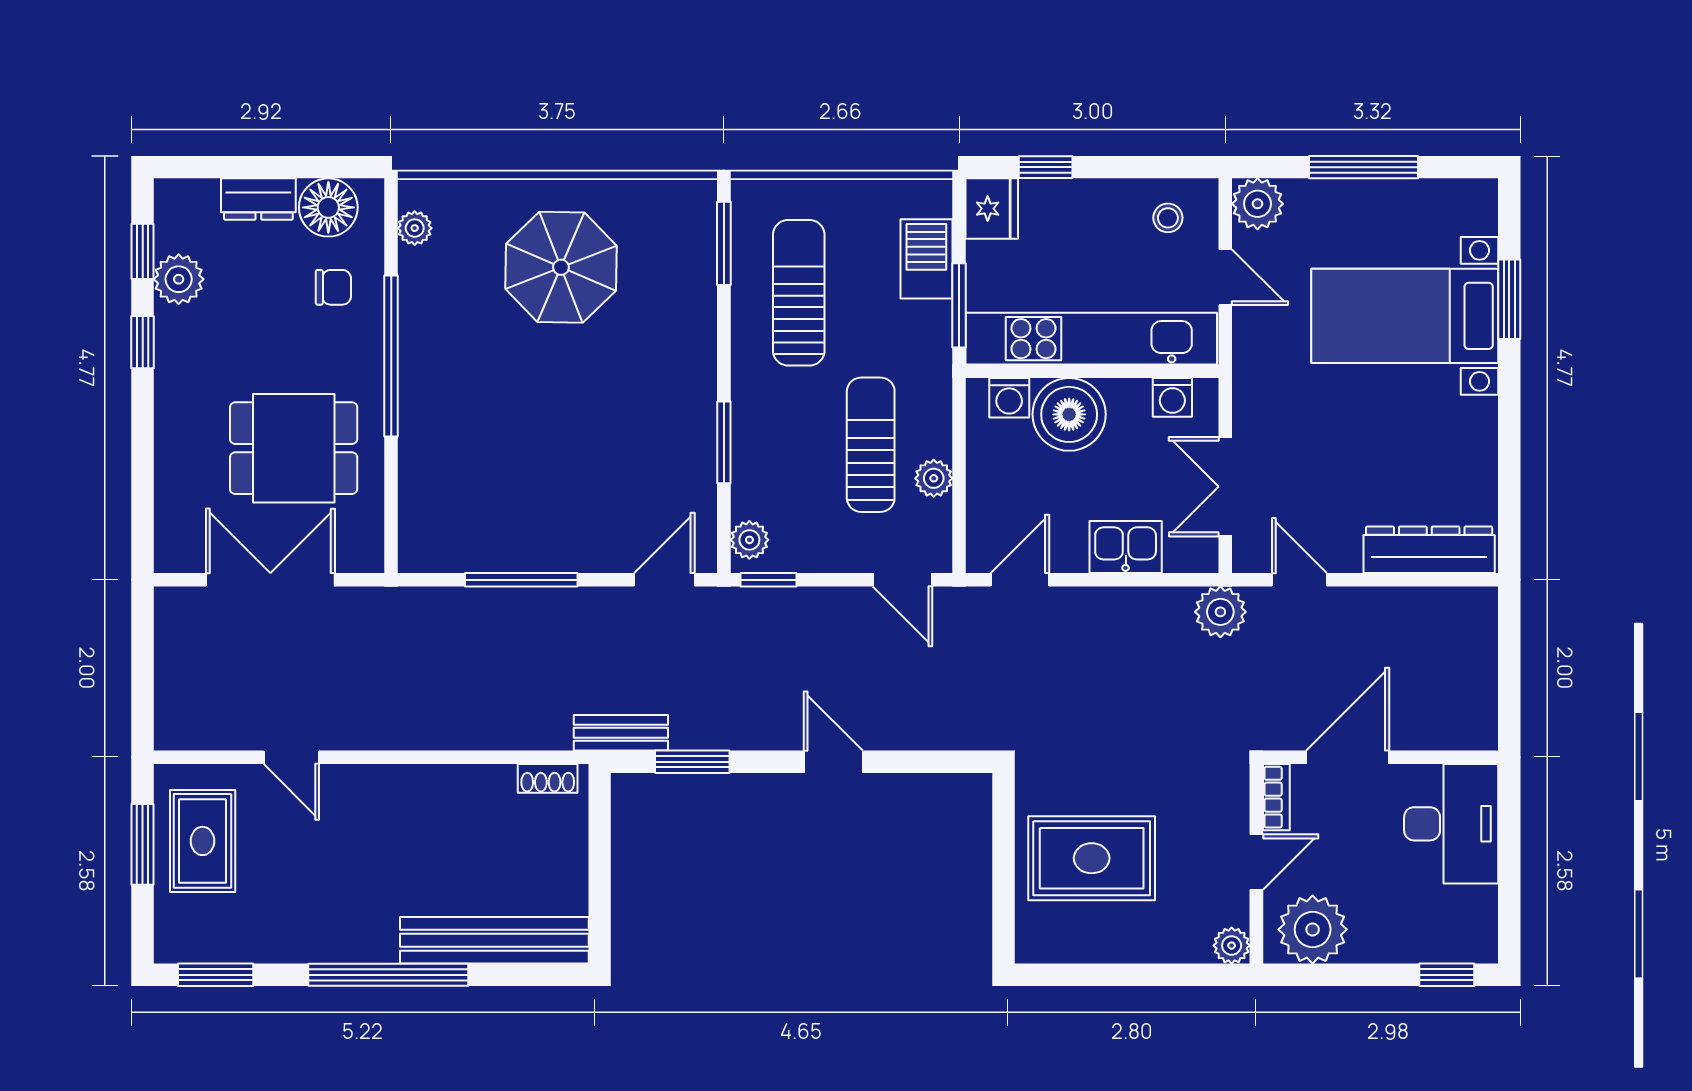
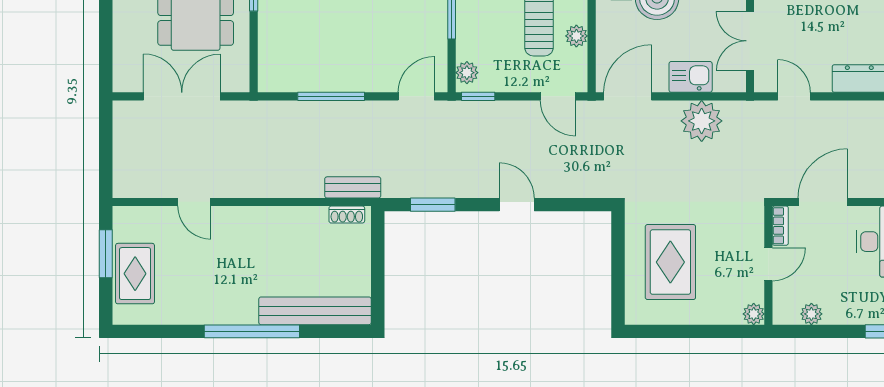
door: (1020, 580) -> (628, 96), width x1.38
plant: (1220, 612) -> (702, 121), moved, width x1.36, depth x1.36
bench: (621, 733) -> (353, 187), moved
rug: (203, 841) -> (135, 274), moved
rug: (1092, 858) -> (670, 262), turned 90
plant: (1313, 929) -> (811, 314), width x0.53, depth x0.53
window: (216, 975) -> (149, 331), removed

